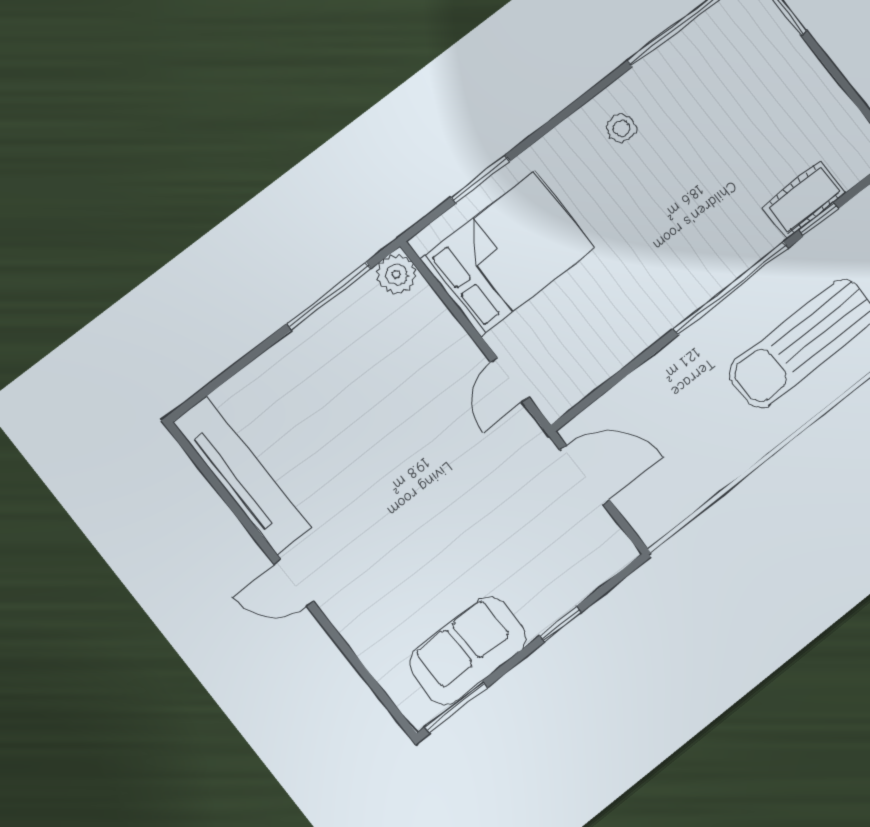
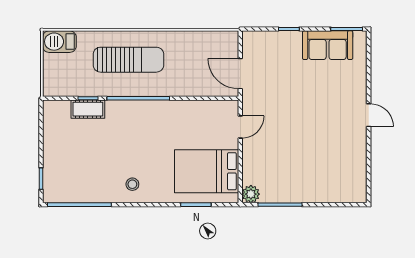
tv unit: (242, 475) -> (358, 166), removed

